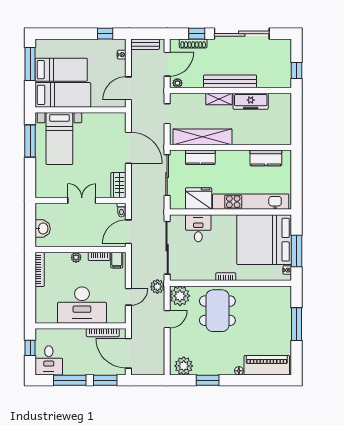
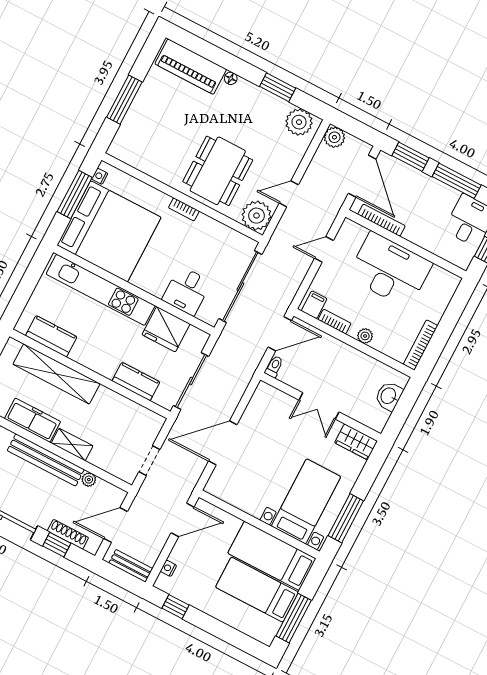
plant: (177, 83) -> (89, 480), moved
shelving: (203, 137) -> (56, 374), moved
door: (128, 148) -> (223, 443), hinge flipped
wardrobe: (118, 185) -> (356, 442), moved, turned 90
plant: (157, 287) -> (334, 137), moved

